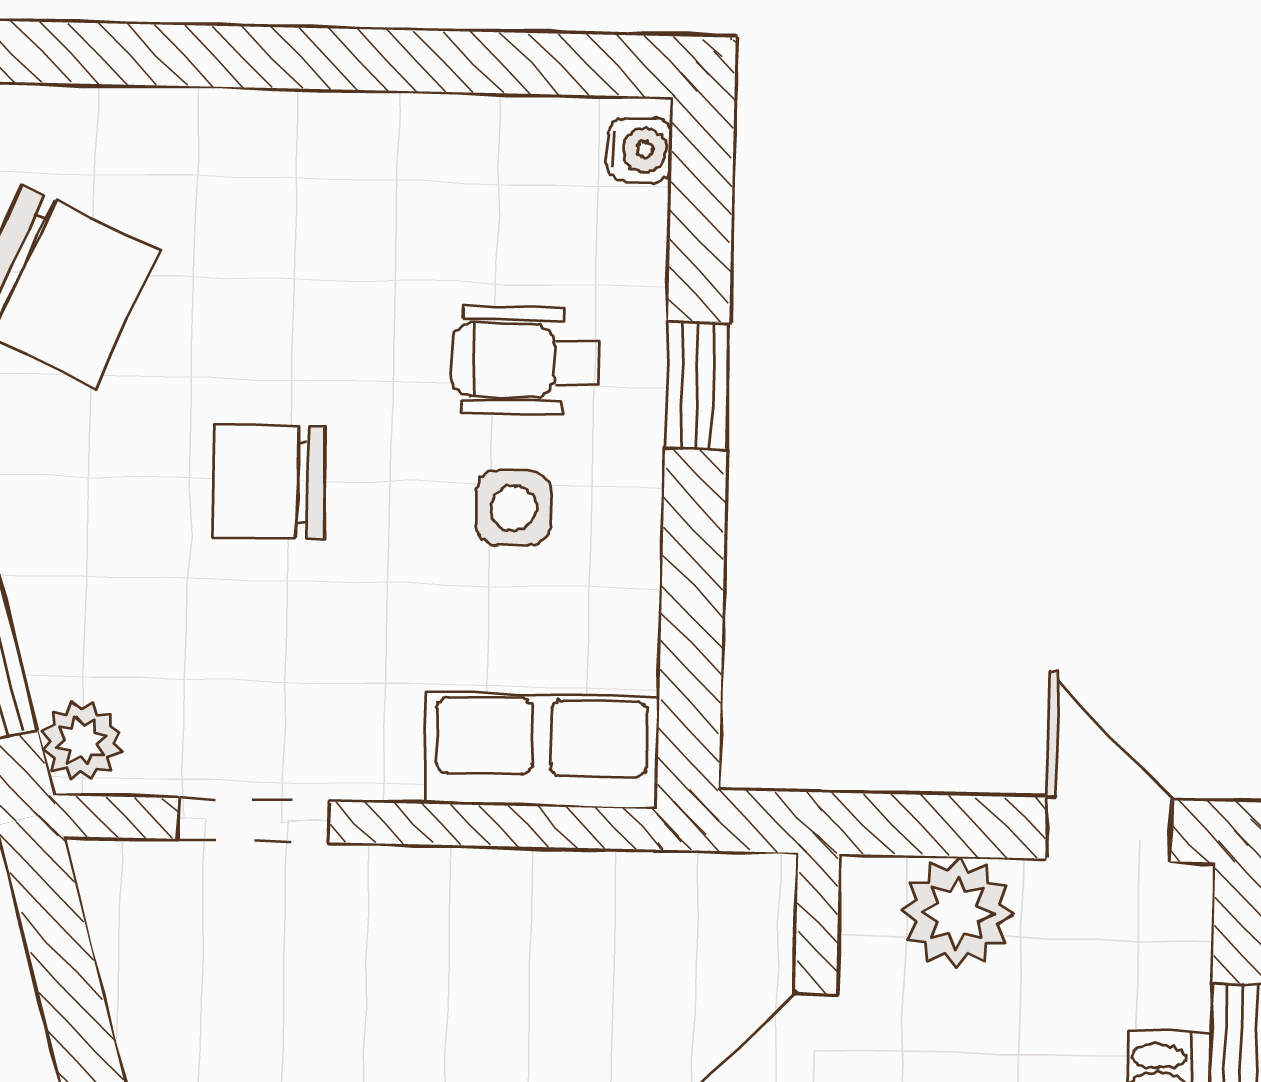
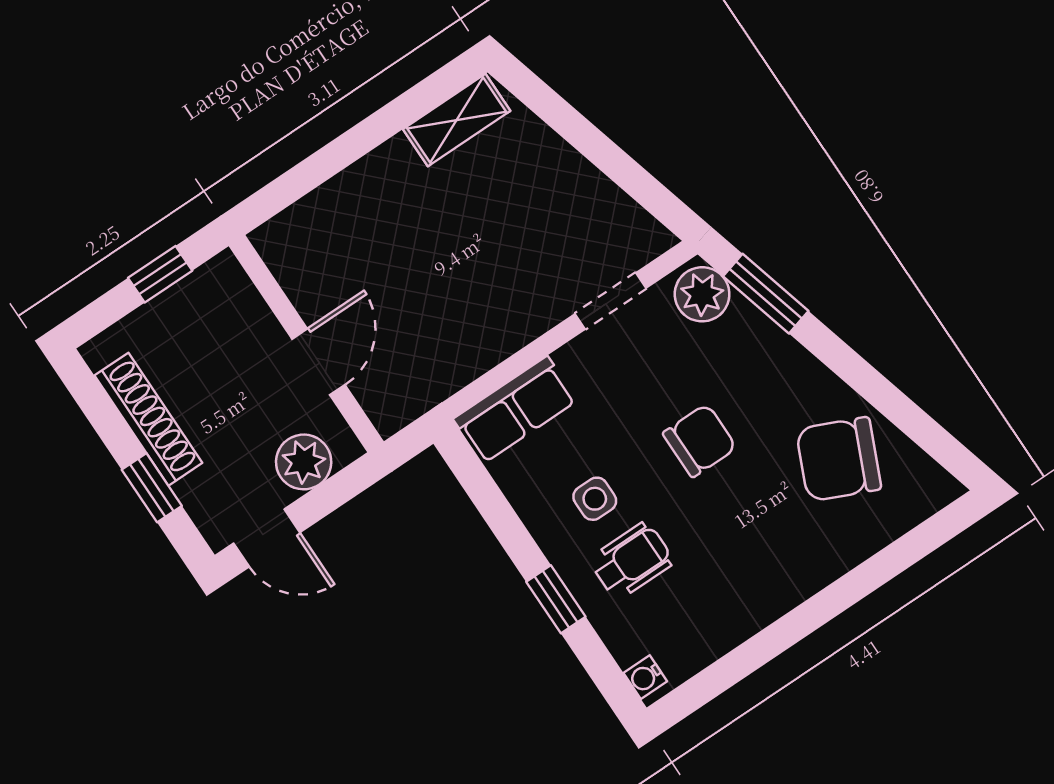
plant: (82, 742) -> (702, 294), width x1.38, depth x1.38

